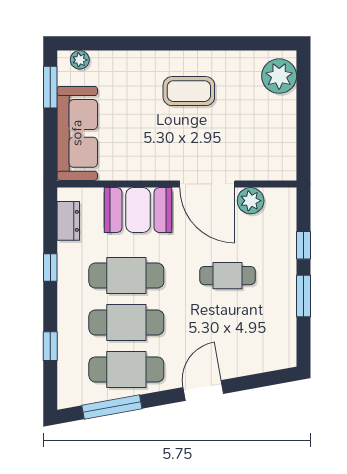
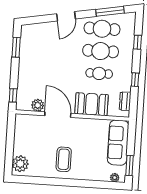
coffee table: (189, 91) -> (64, 159), turned 90
window: (303, 245) -> (13, 95), moved
cafe table: (126, 276) -> (99, 73), width x0.73, depth x0.74
cafe table: (227, 276) -> (51, 70), removed
window: (303, 296) -> (16, 47), moved

